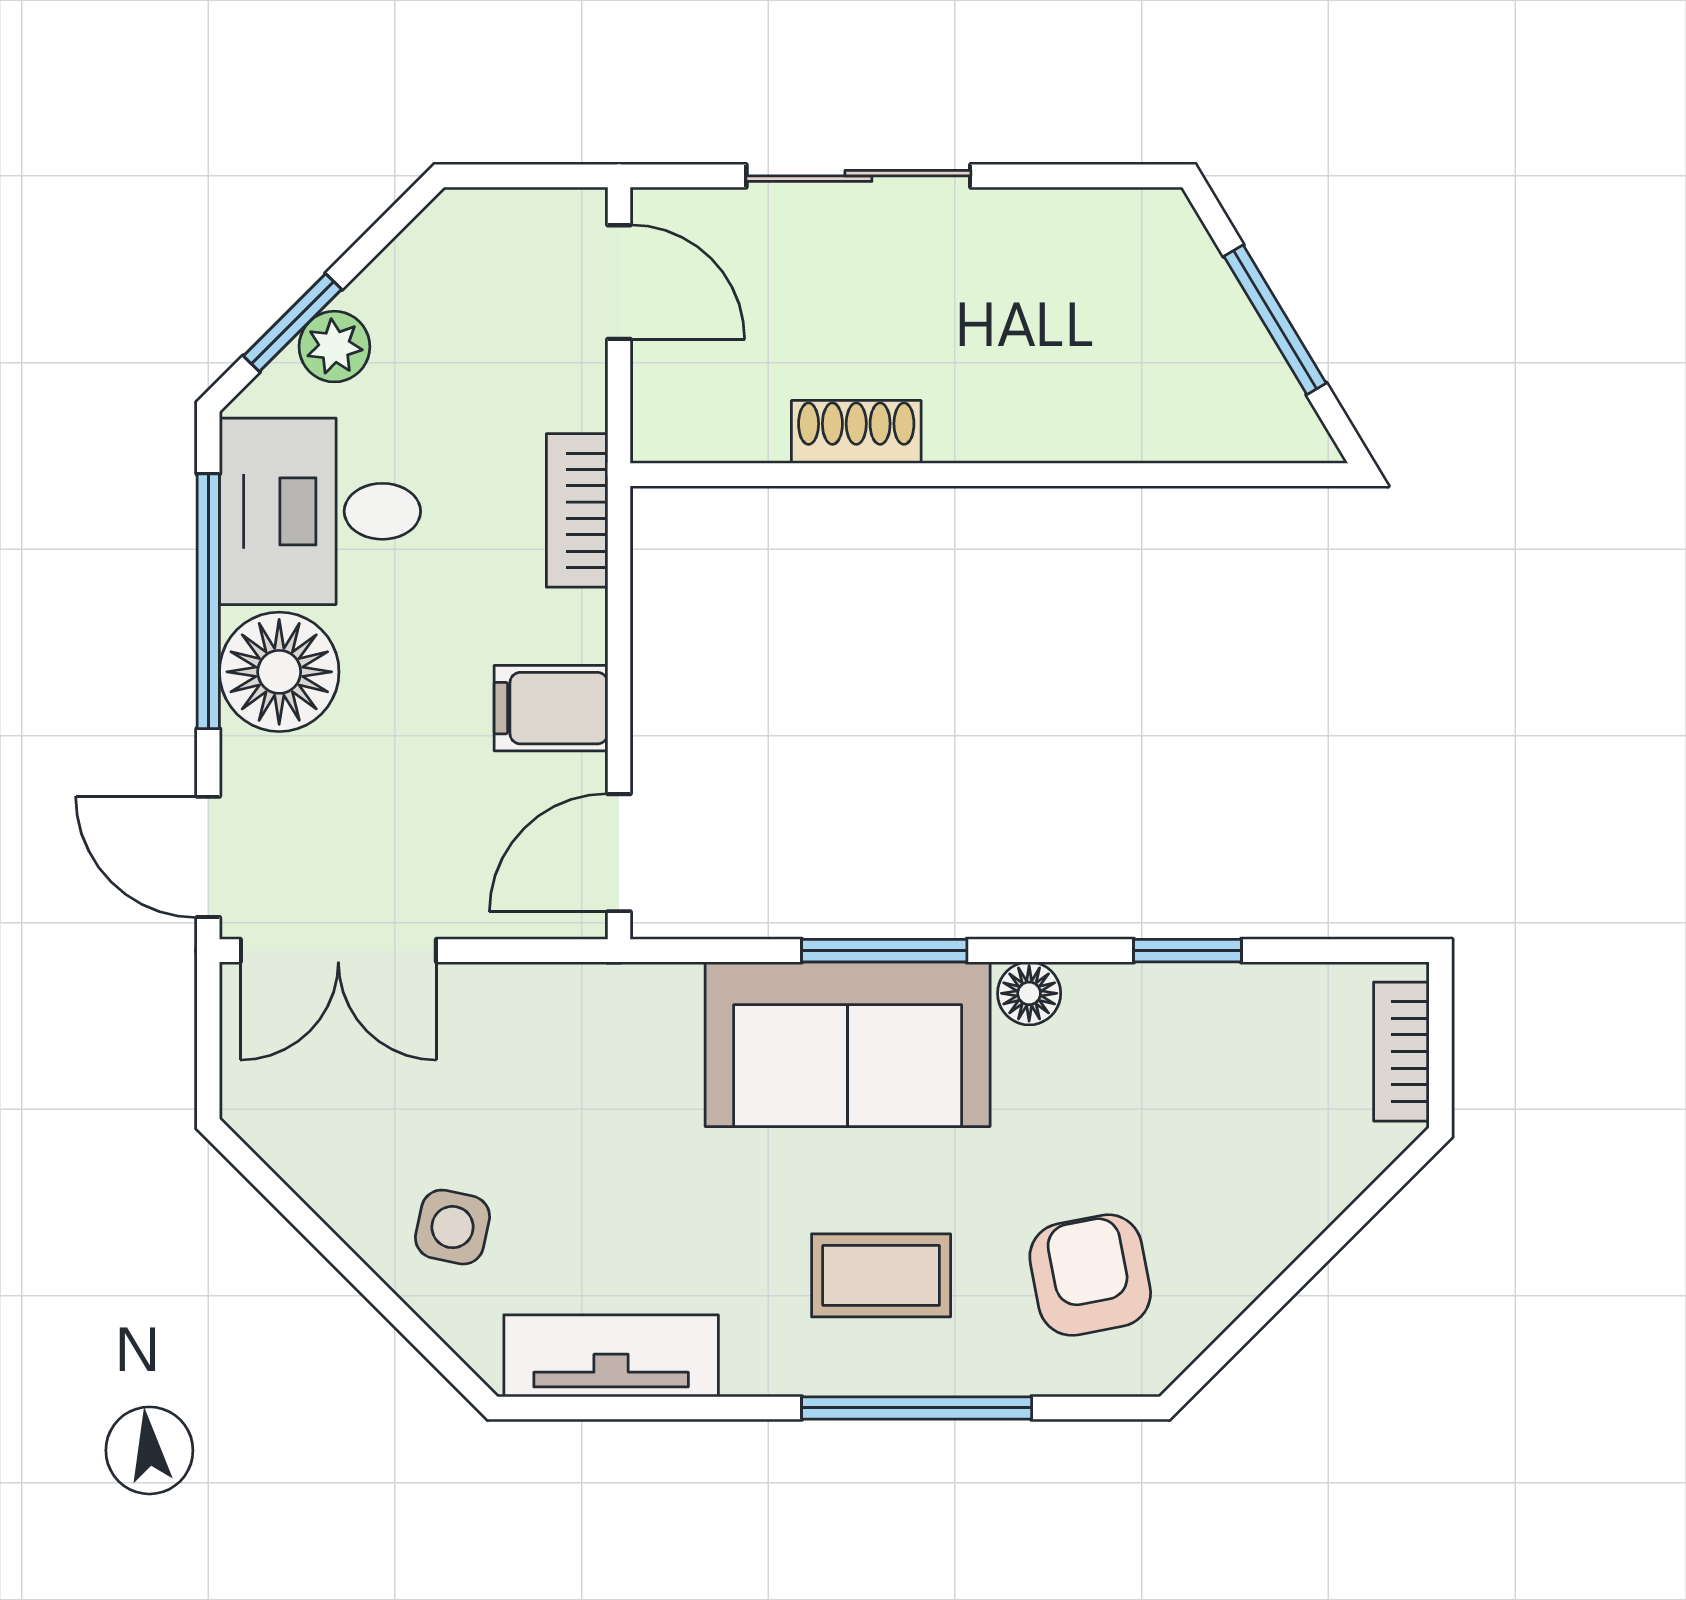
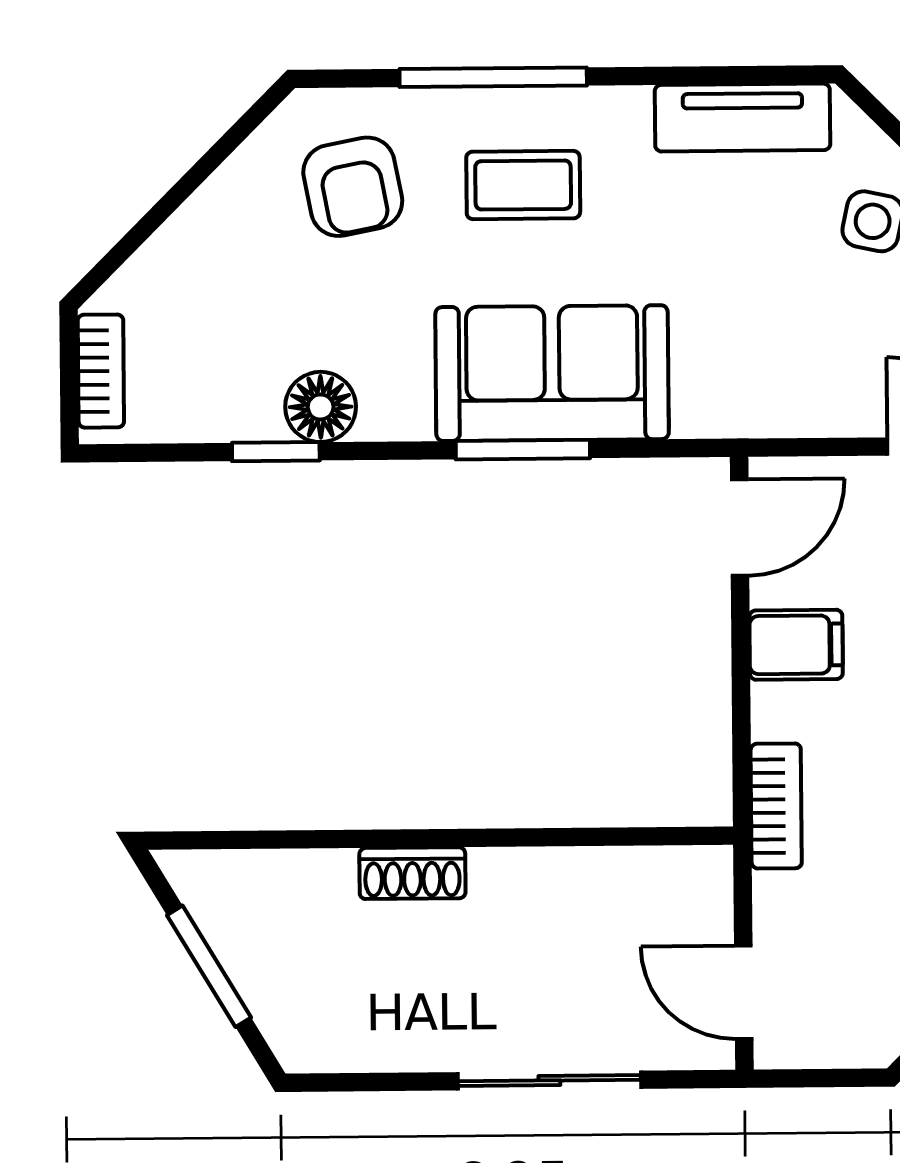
shoe rack: (856, 432) -> (412, 873), moved
floor lamp: (1029, 993) -> (321, 407), moved, width x1.37, depth x1.37

